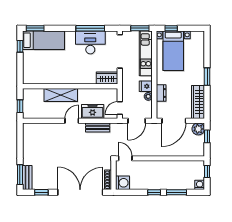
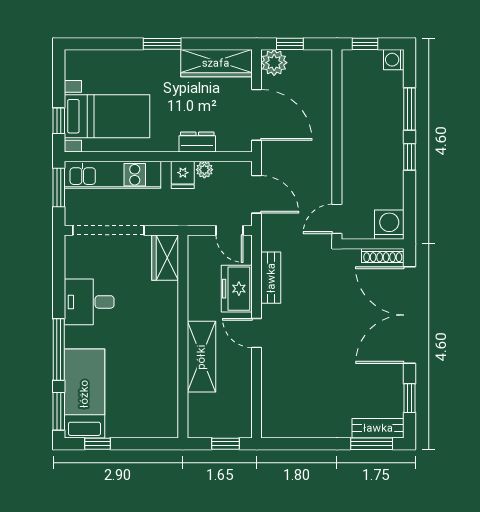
window: (90, 28) -> (59, 349), moved
desk: (90, 42) -> (89, 302), width x0.73

